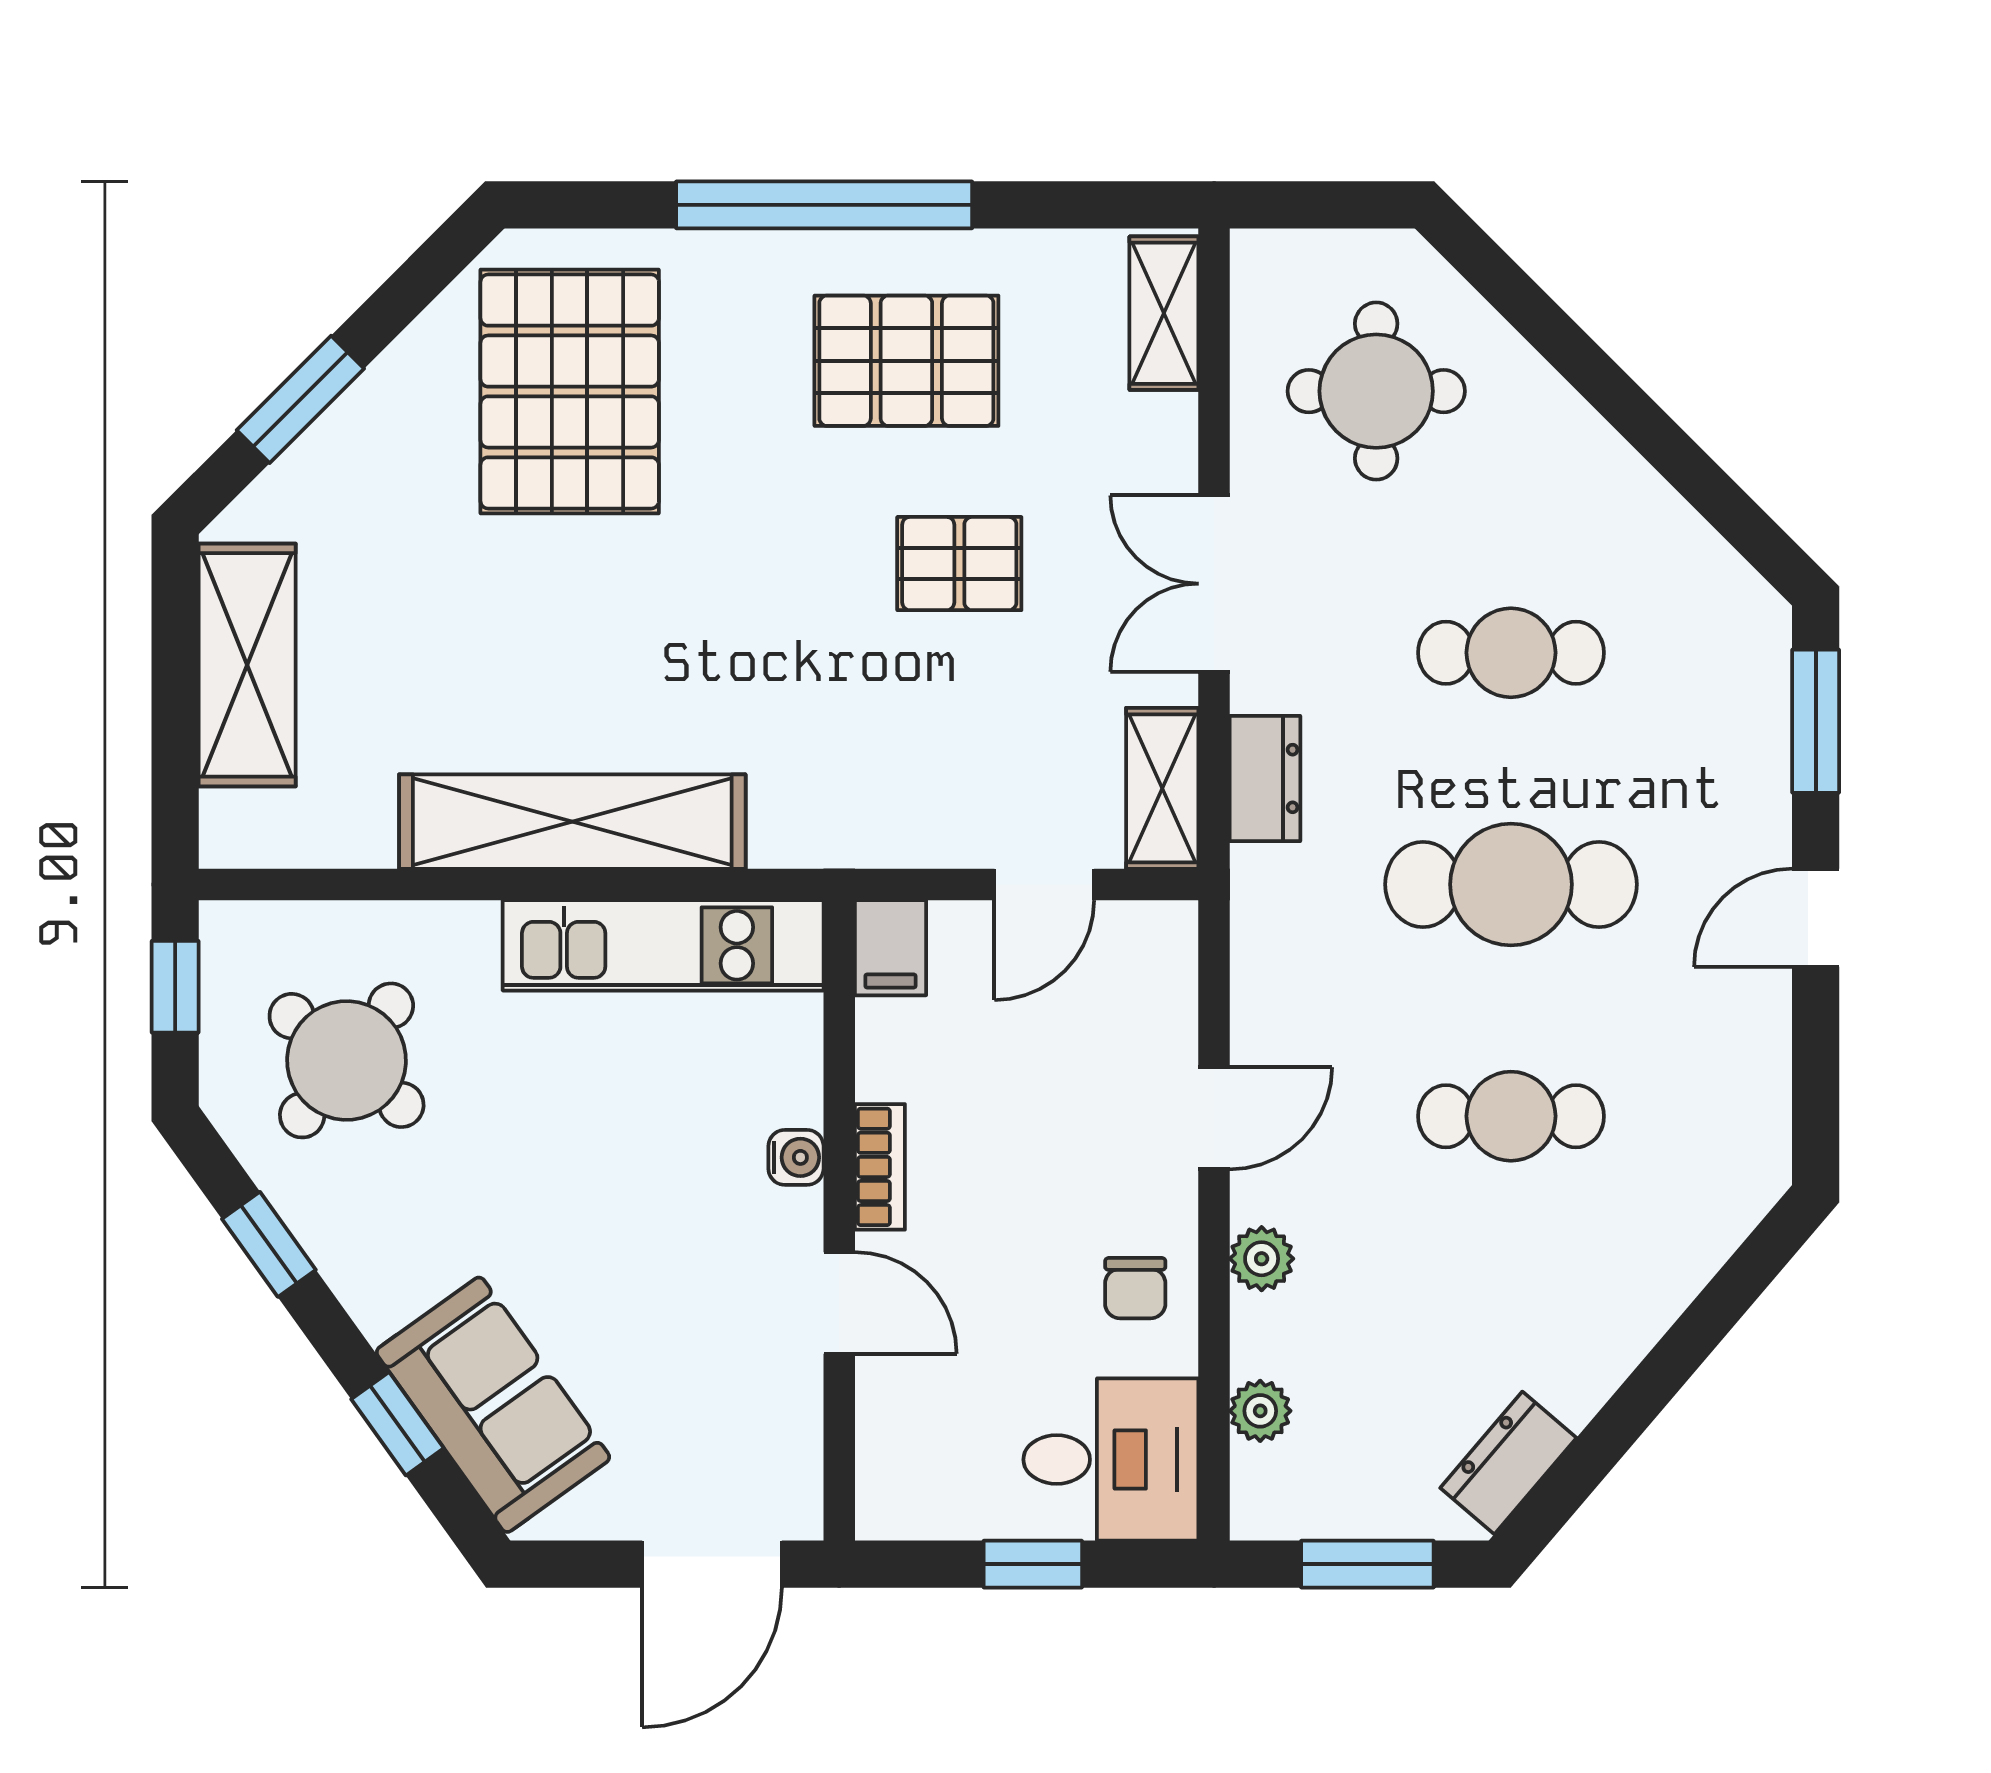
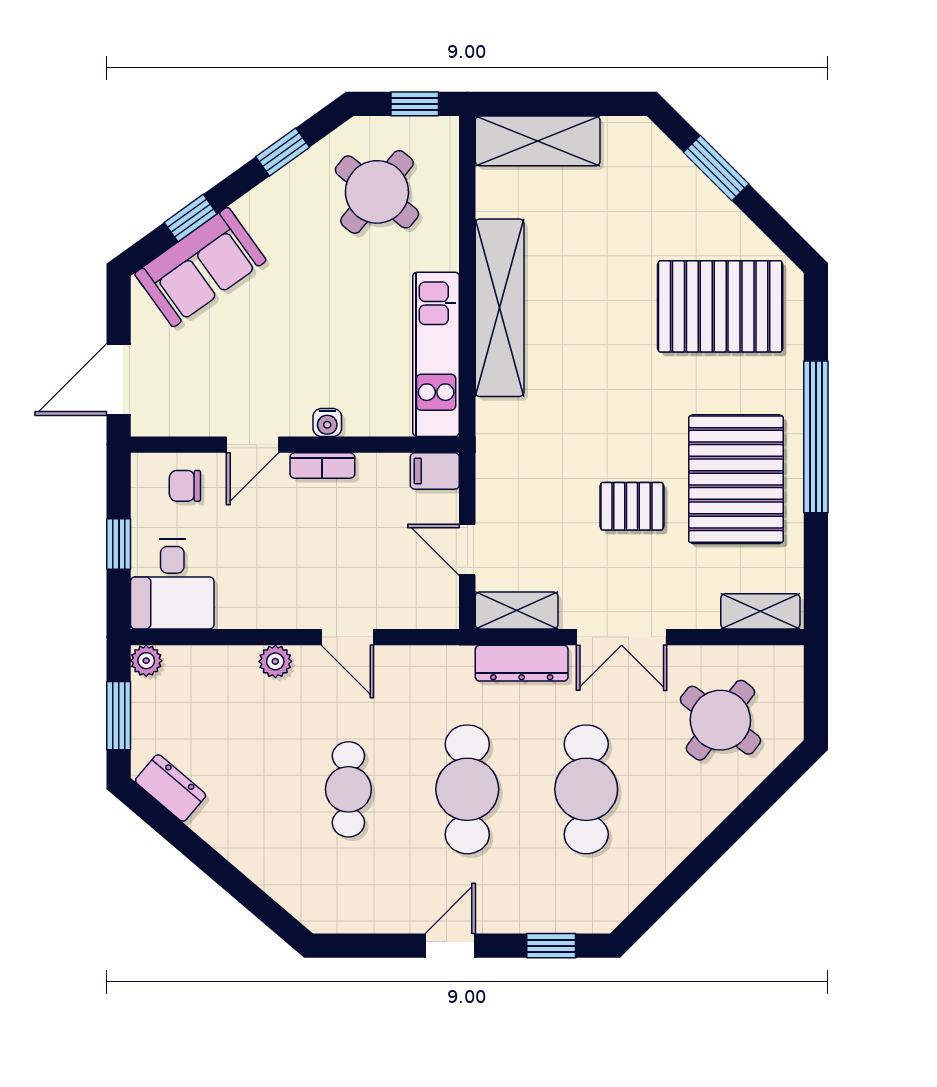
pallet: (906, 361) -> (736, 479), width x1.37, depth x1.41
round table: (1376, 391) -> (720, 720), turned 38
pallet: (959, 564) -> (632, 506), turned 90
double door: (1214, 584) -> (622, 637), swing flipped
cafe table: (1511, 653) -> (586, 789), width x1.37, depth x1.35
shelving: (247, 665) -> (538, 141), moved
window: (1816, 721) -> (551, 946), width x0.67
dresser: (1265, 778) -> (522, 663), width x1.44
door: (1816, 918) -> (450, 946), hinge flipped
chair: (1135, 1288) -> (185, 486), moved
plant: (1260, 1411) -> (146, 661), moved
door: (712, 1564) -> (119, 379), hinge flipped

